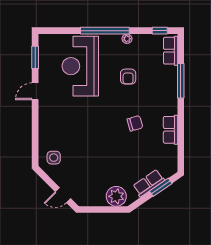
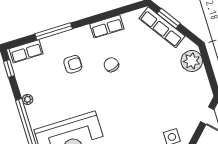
armchair: (128, 77) -> (73, 64), moved
row of seats: (149, 183) -> (162, 27), width x1.48

